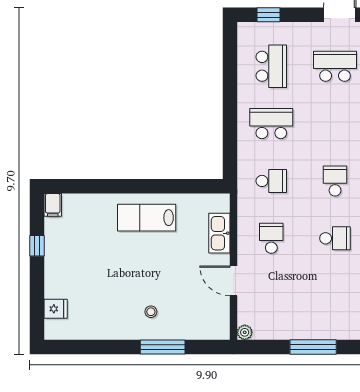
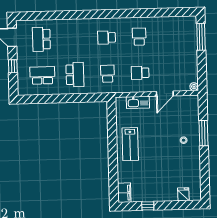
window: (269, 15) -> (13, 66), moved
school desk: (271, 124) -> (75, 75), turned 180
filing cabinet: (53, 205) -> (124, 193), width x2.00
window: (313, 347) -> (201, 37), moved

